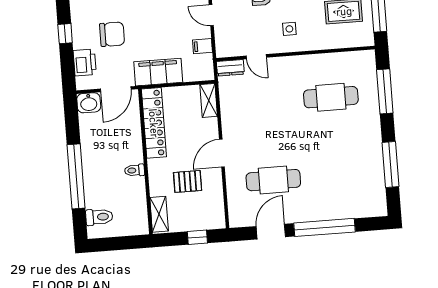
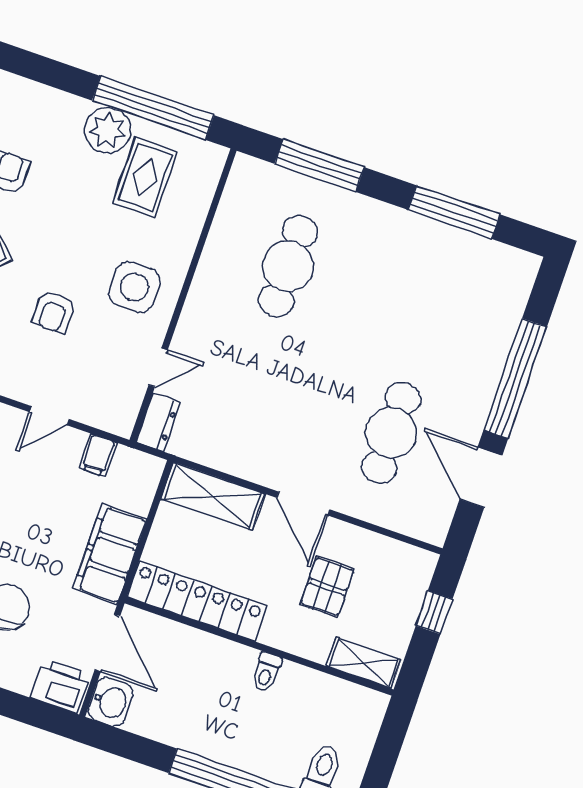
side table: (289, 29) -> (134, 287), width x1.87, depth x1.87
printer: (85, 62) -> (60, 686), moved
shelving: (209, 100) -> (213, 496), width x1.50, depth x1.33

